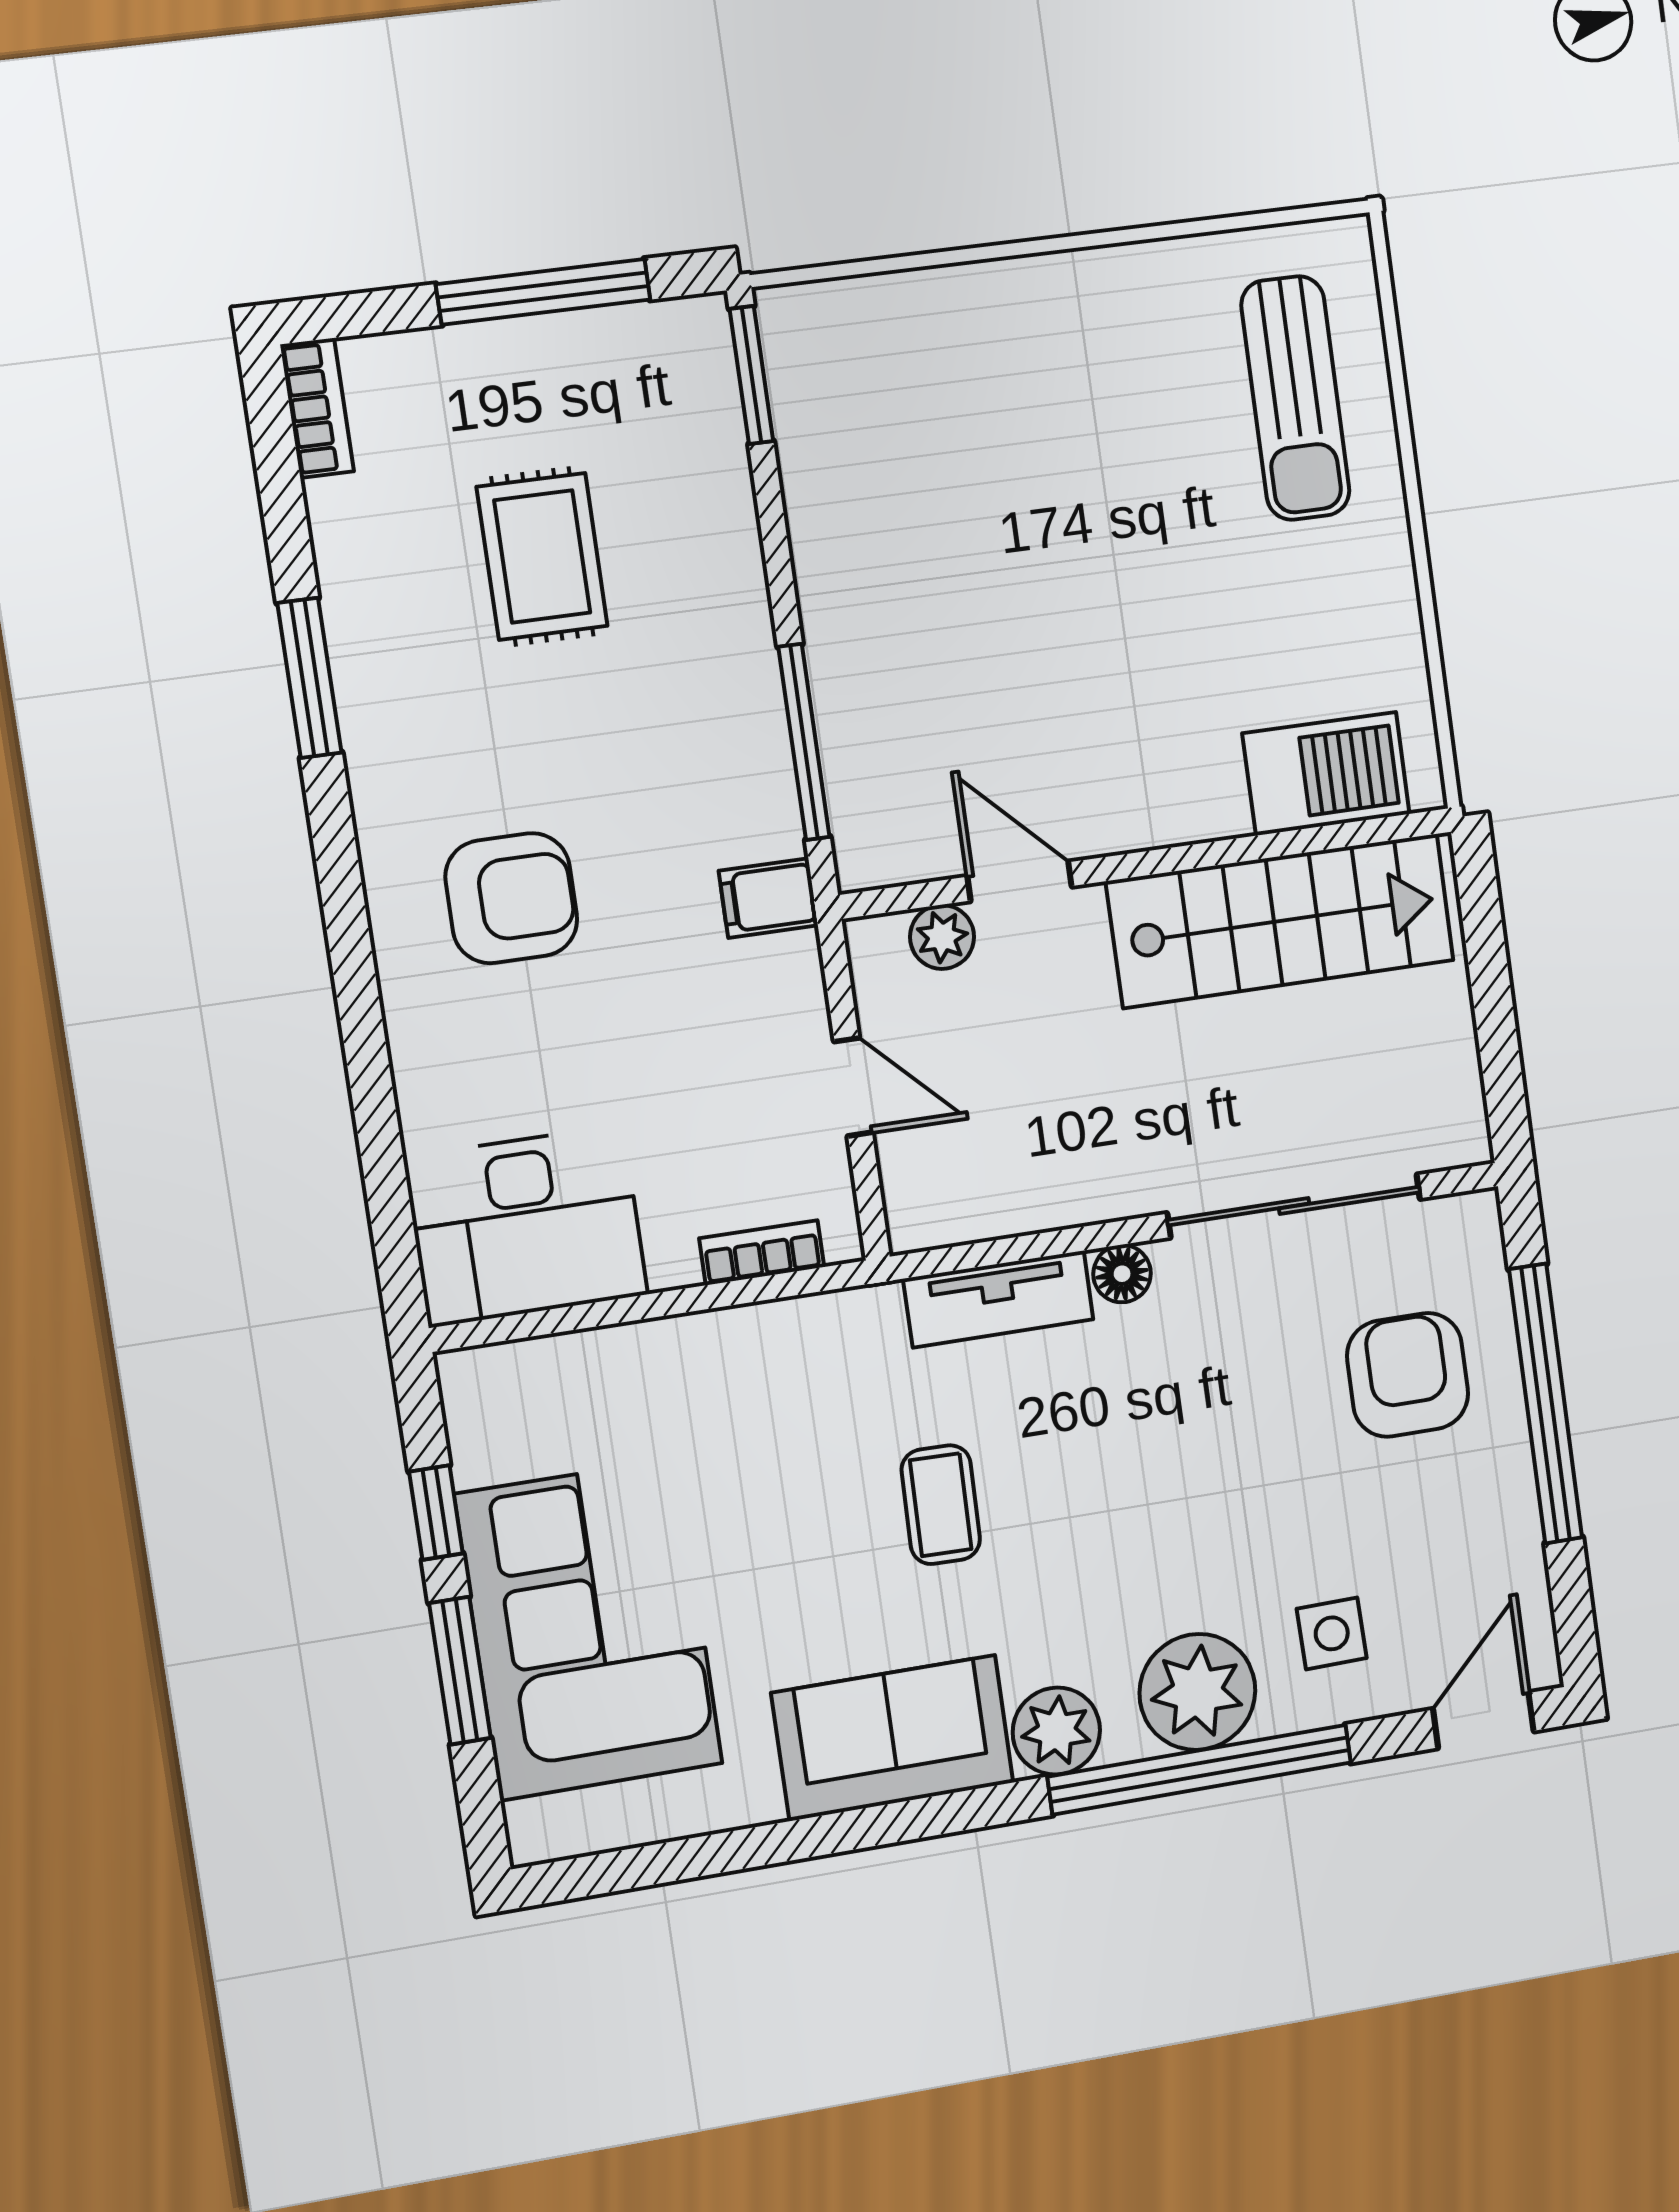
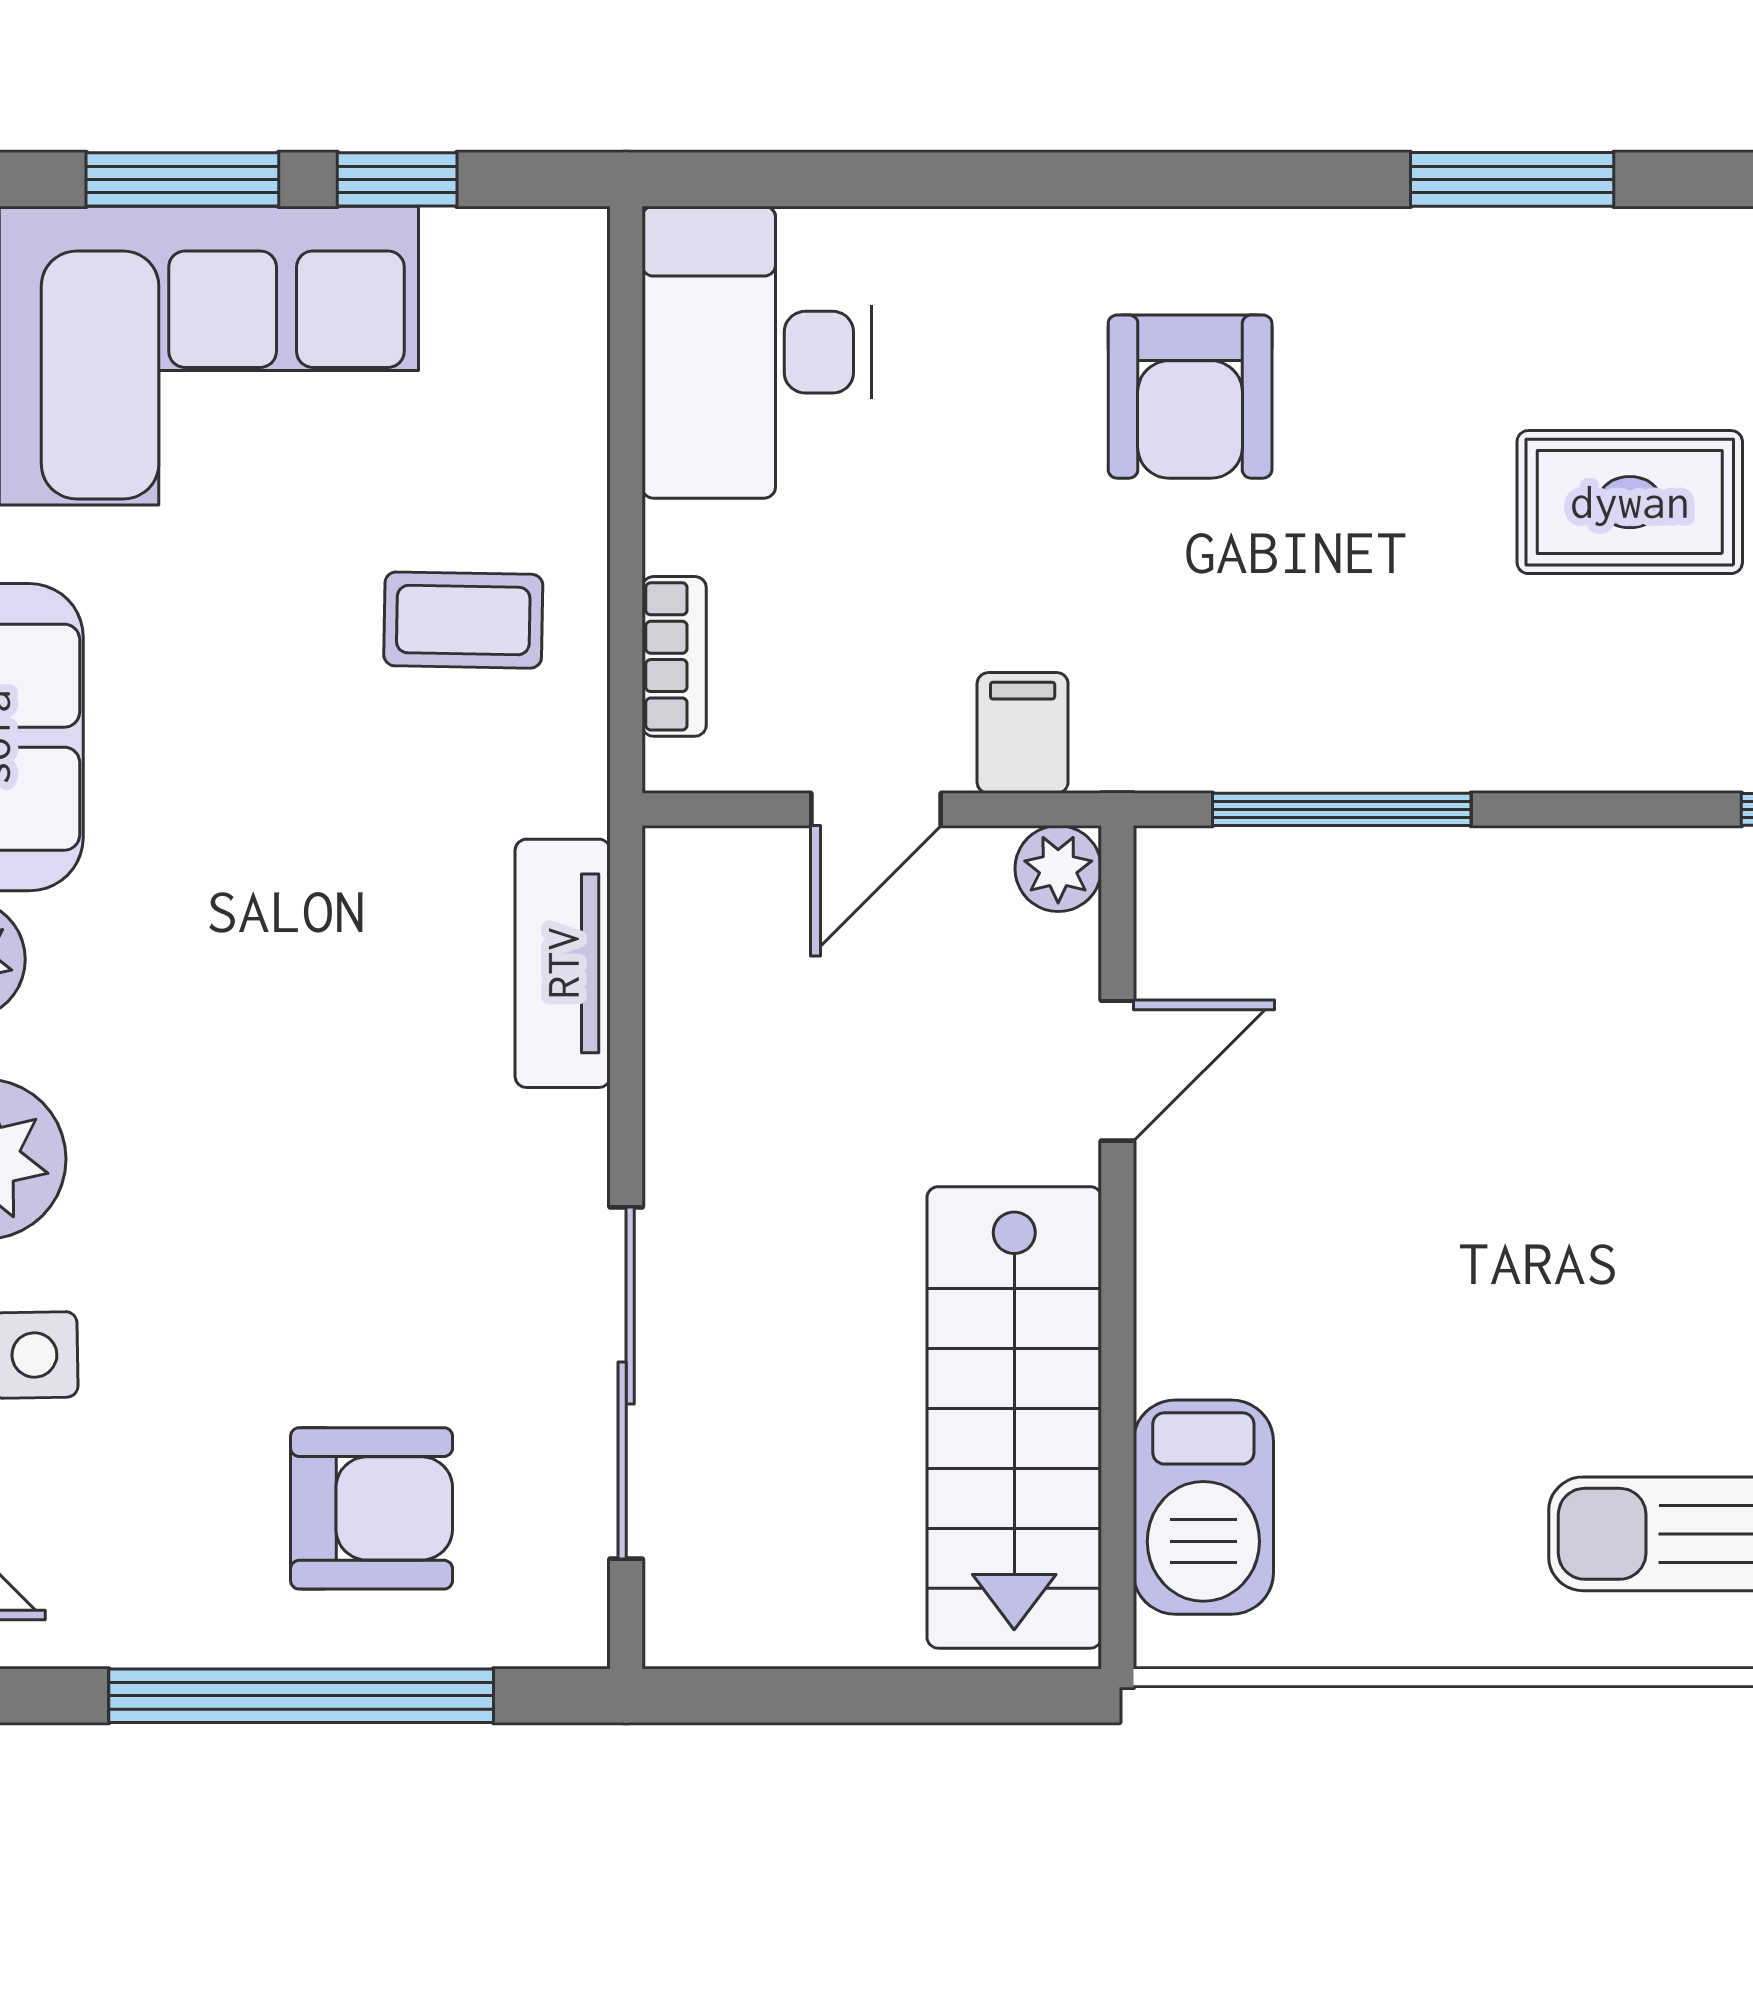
filing cabinet: (768, 898) -> (1023, 733), moved
plant: (942, 937) -> (1058, 869), moved
floor lamp: (1122, 1274) -> (571, 1135), removed
coffee table: (941, 1505) -> (463, 620), moved

